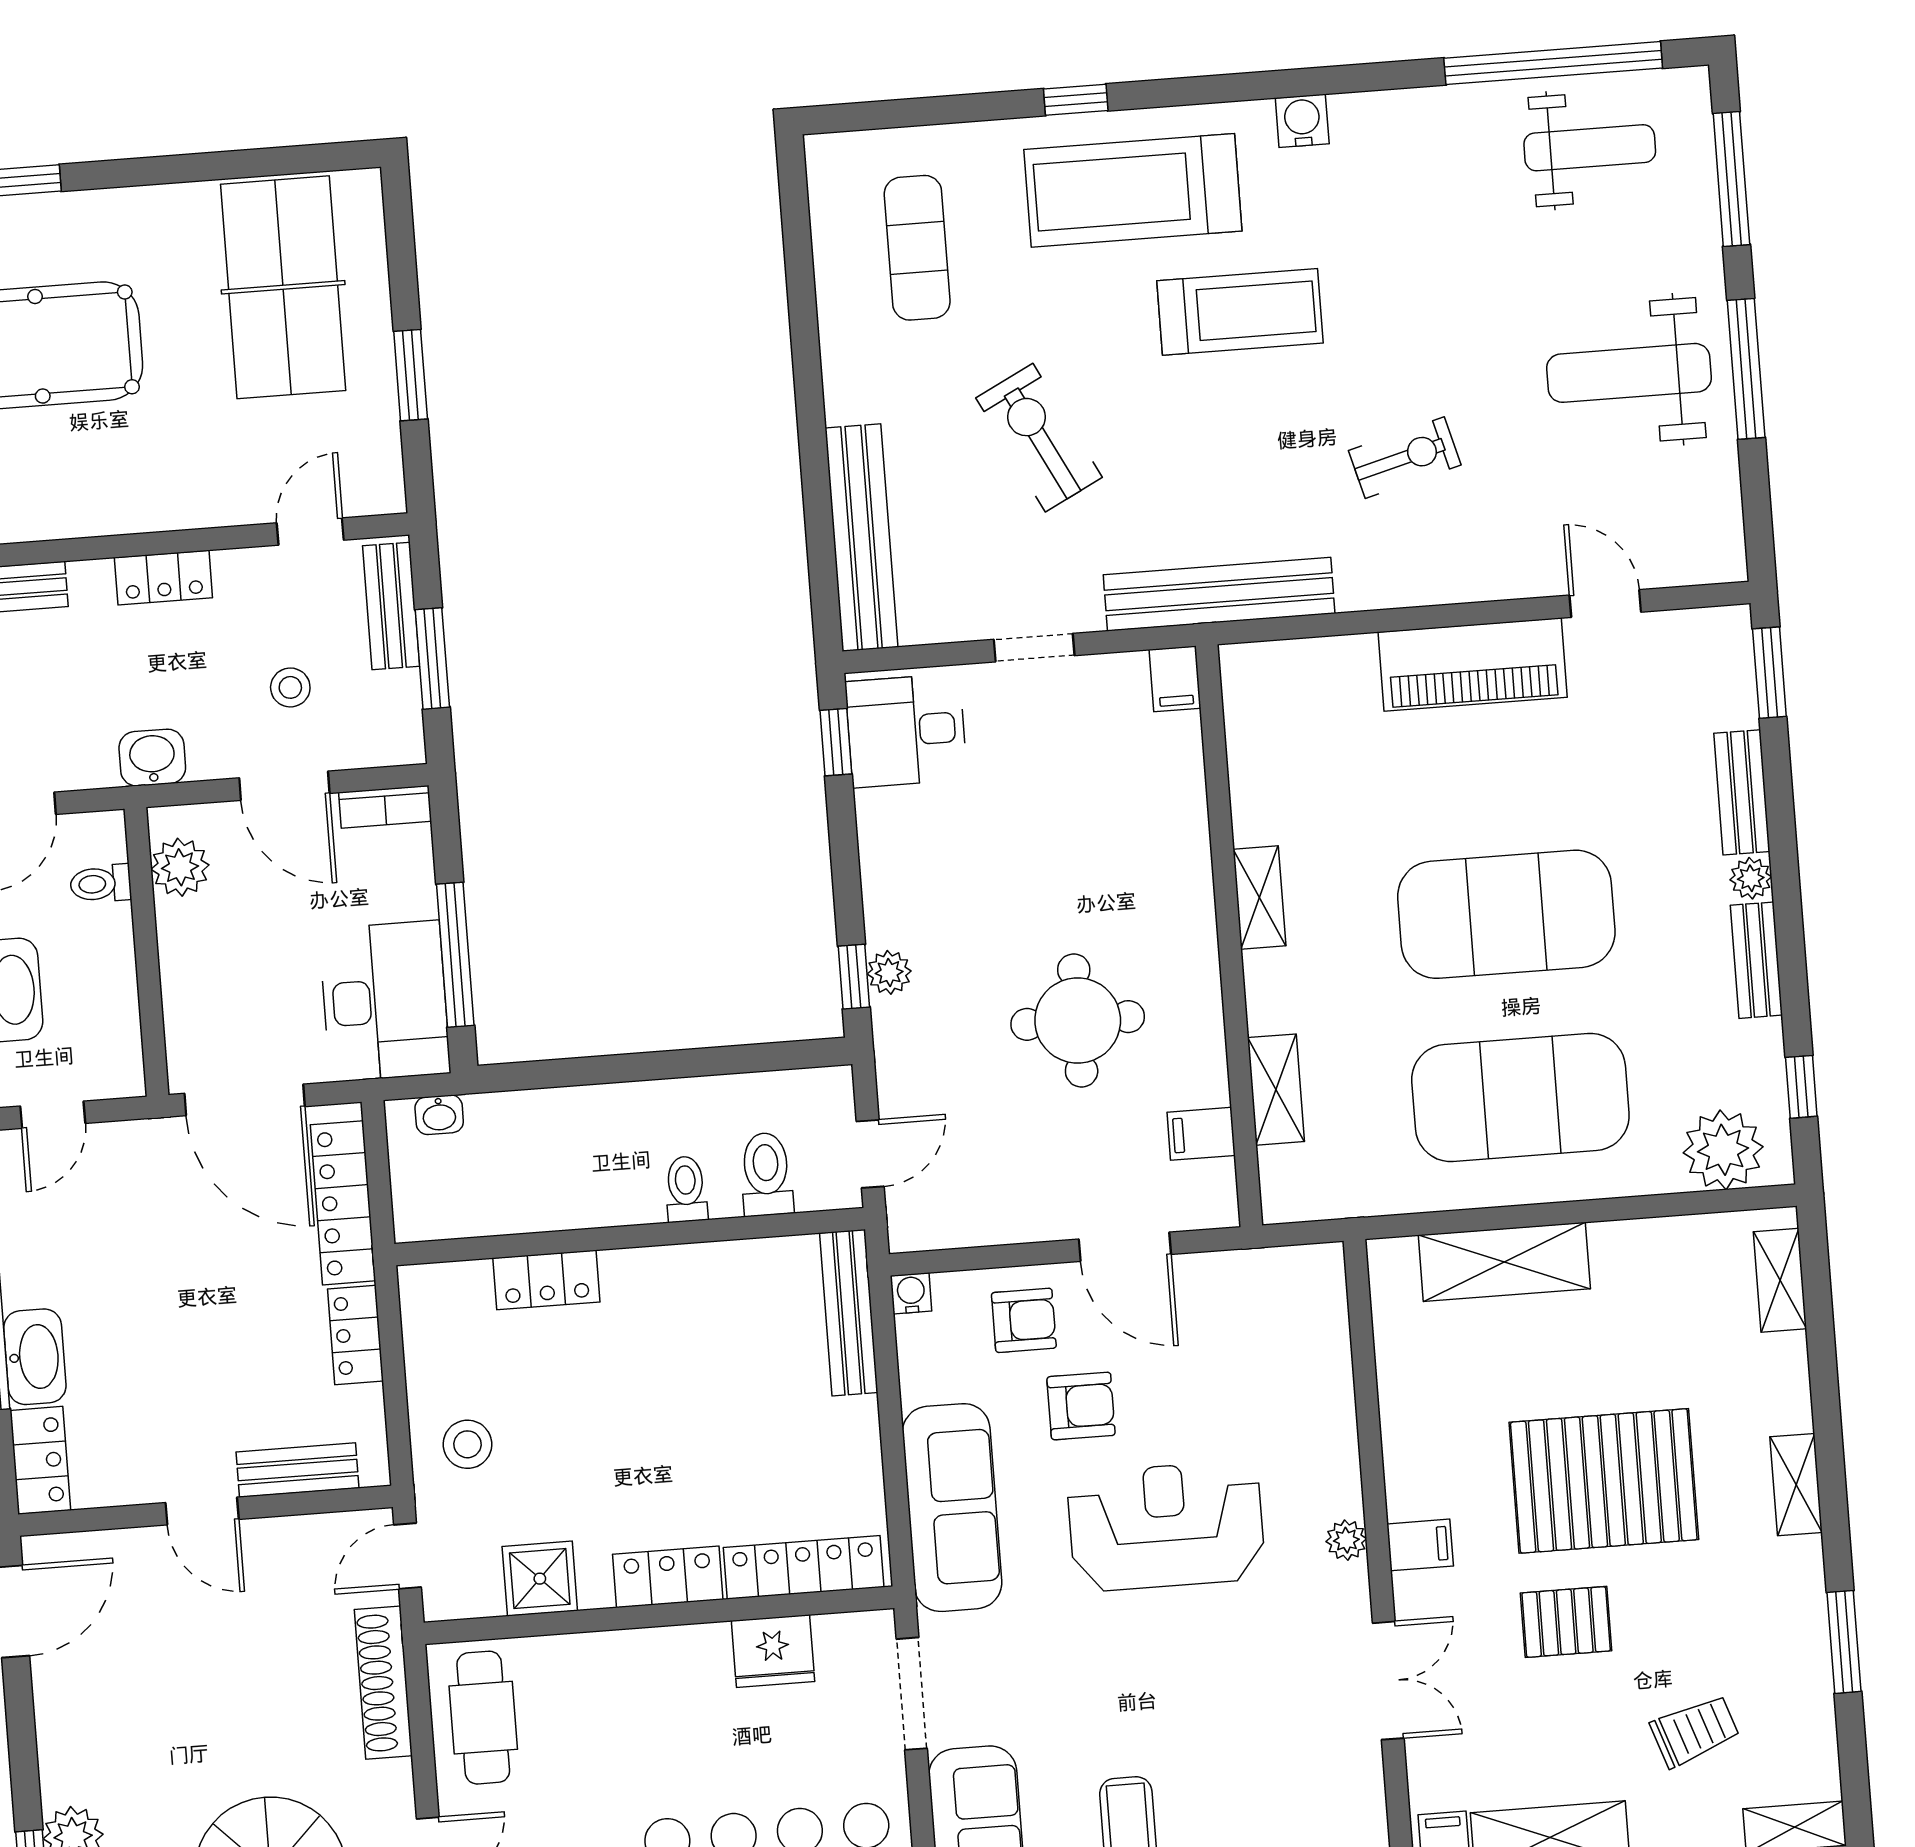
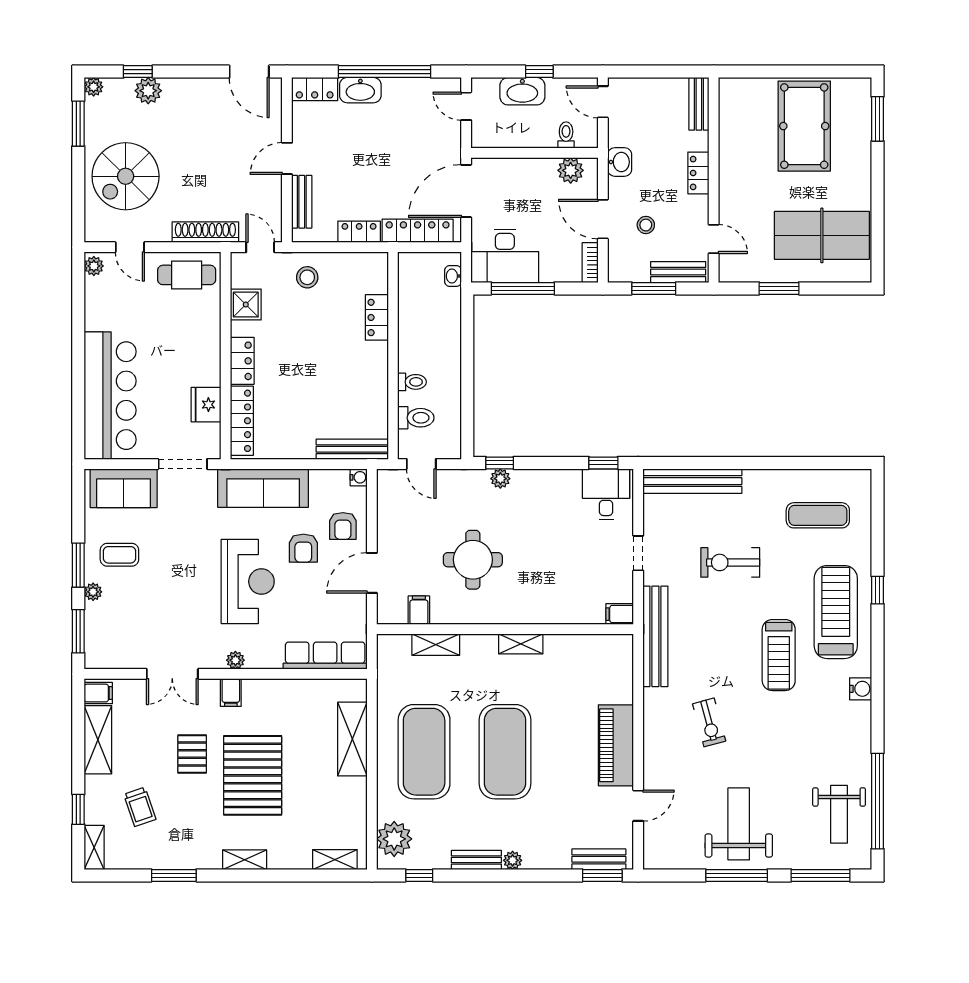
exercise bike: (1039, 438) -> (730, 562), turned -153
door: (284, 786) -> (603, 219), hinge flipped
bench: (1742, 792) -> (599, 859), moved
row of seats: (1320, 1338) -> (325, 656), added

